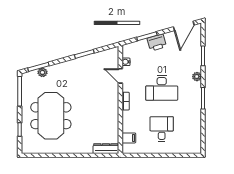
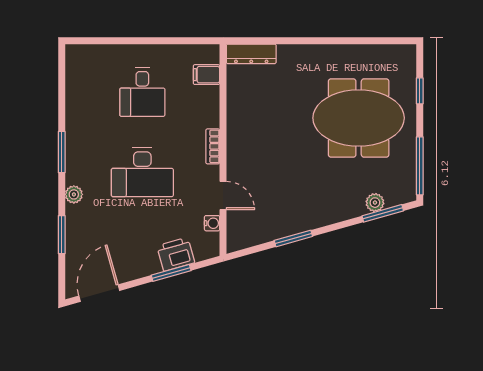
printer: (157, 42) -> (176, 254), moved
desk: (162, 88) -> (142, 172), turned 180
meeting table: (51, 116) -> (359, 118), turned 90

